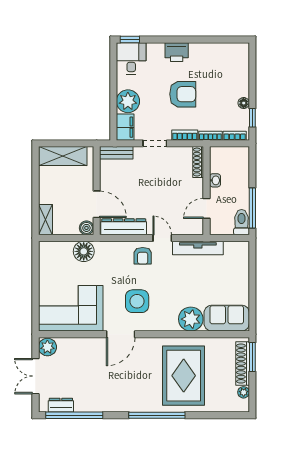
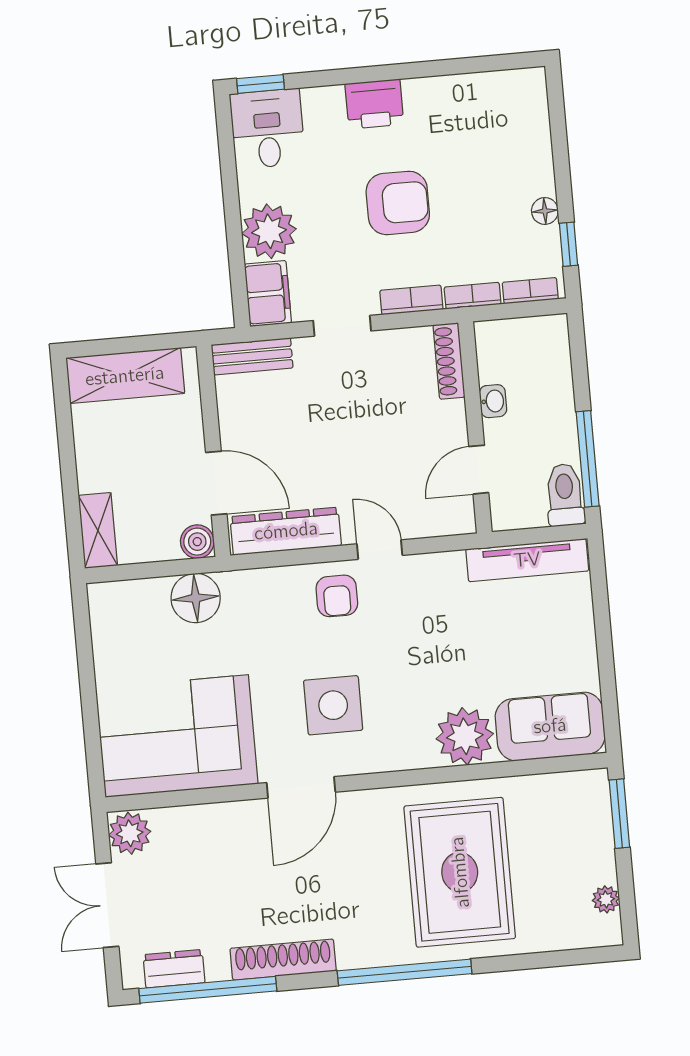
tv unit: (198, 248) -> (527, 560), moved
shoe rack: (243, 364) -> (283, 960), moved, turned 90

